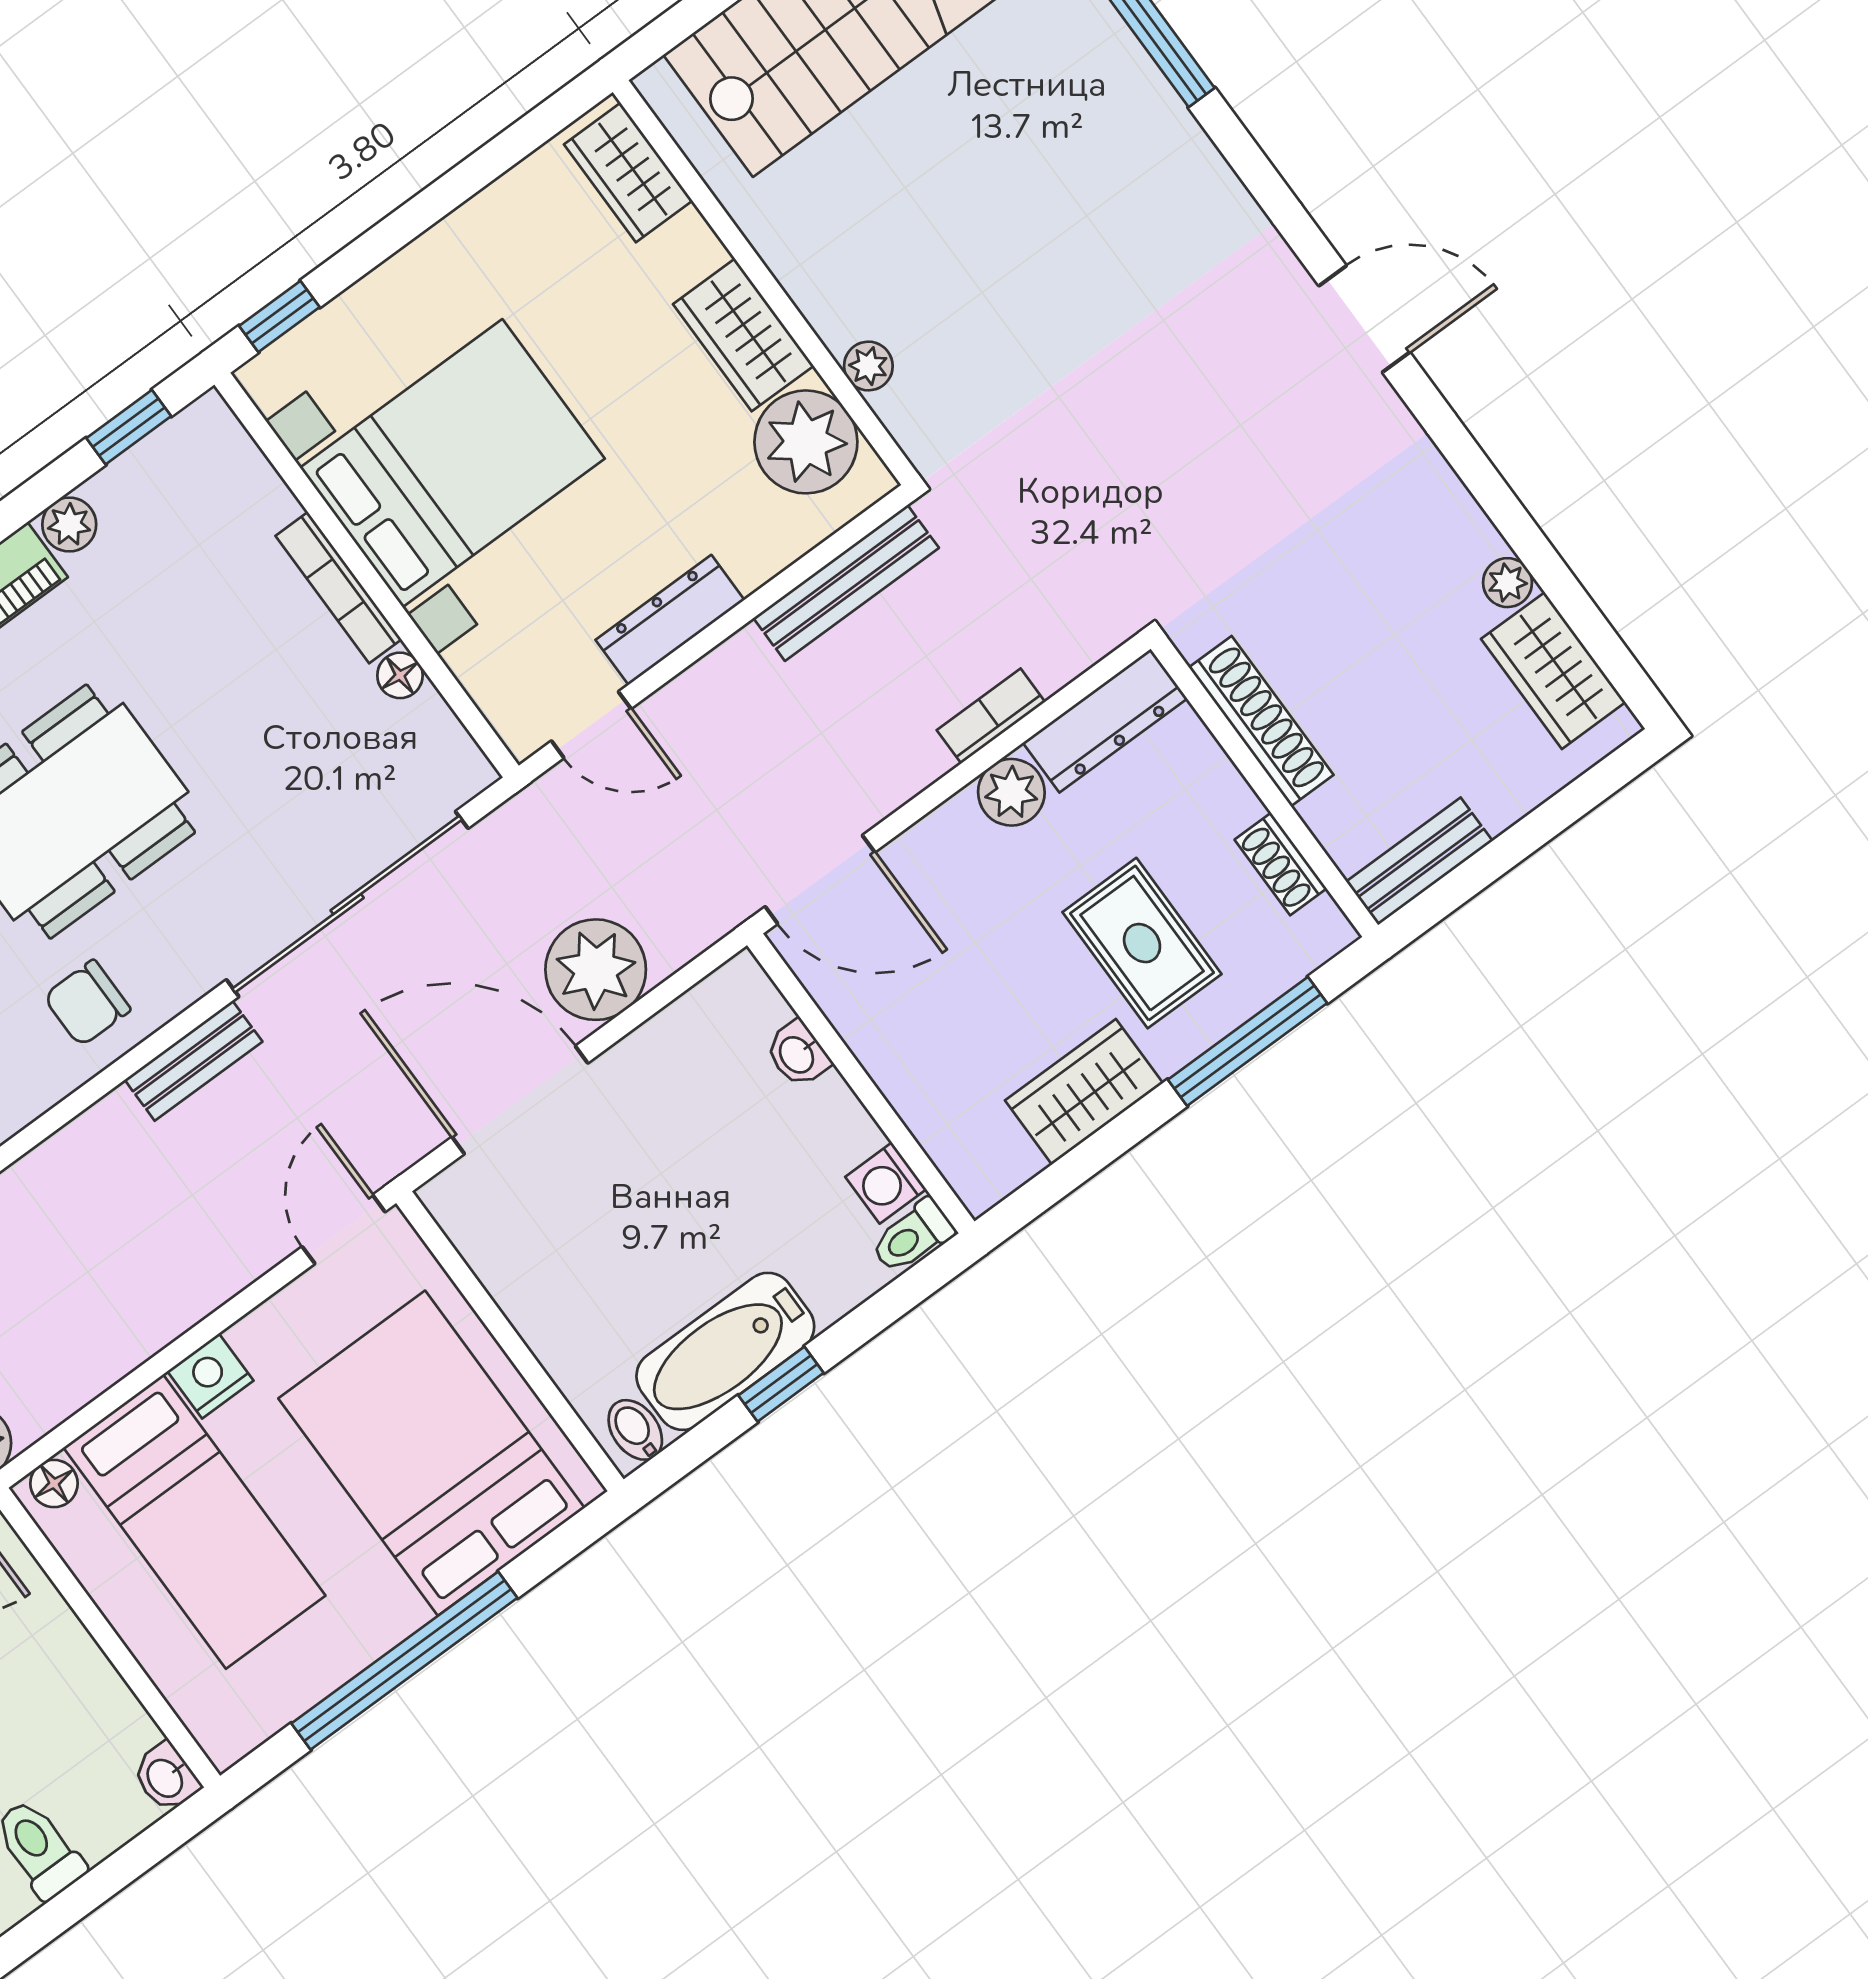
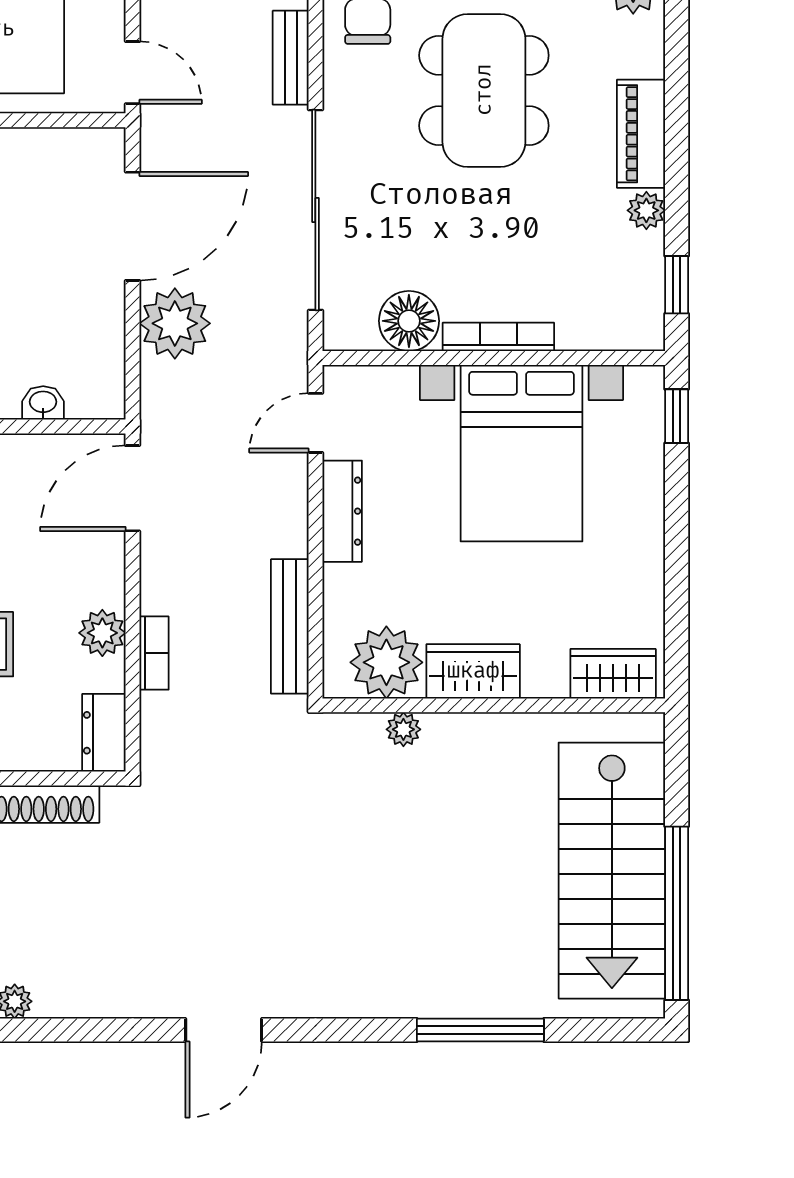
floor lamp: (400, 675) -> (409, 321), width x1.89, depth x1.89
dresser: (1105, 721) -> (104, 733), width x0.70

